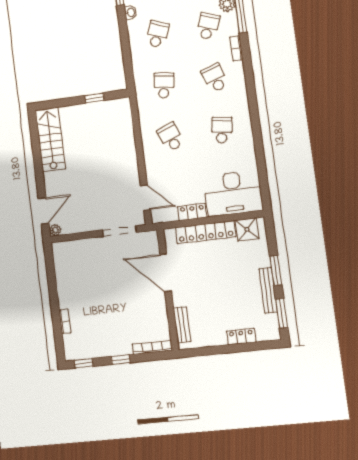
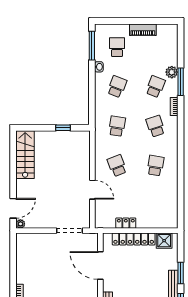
desk: (233, 193) -> (157, 213), removed
door: (146, 198) -> (92, 190), moved

